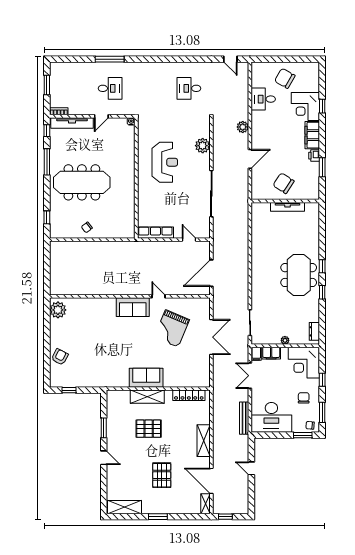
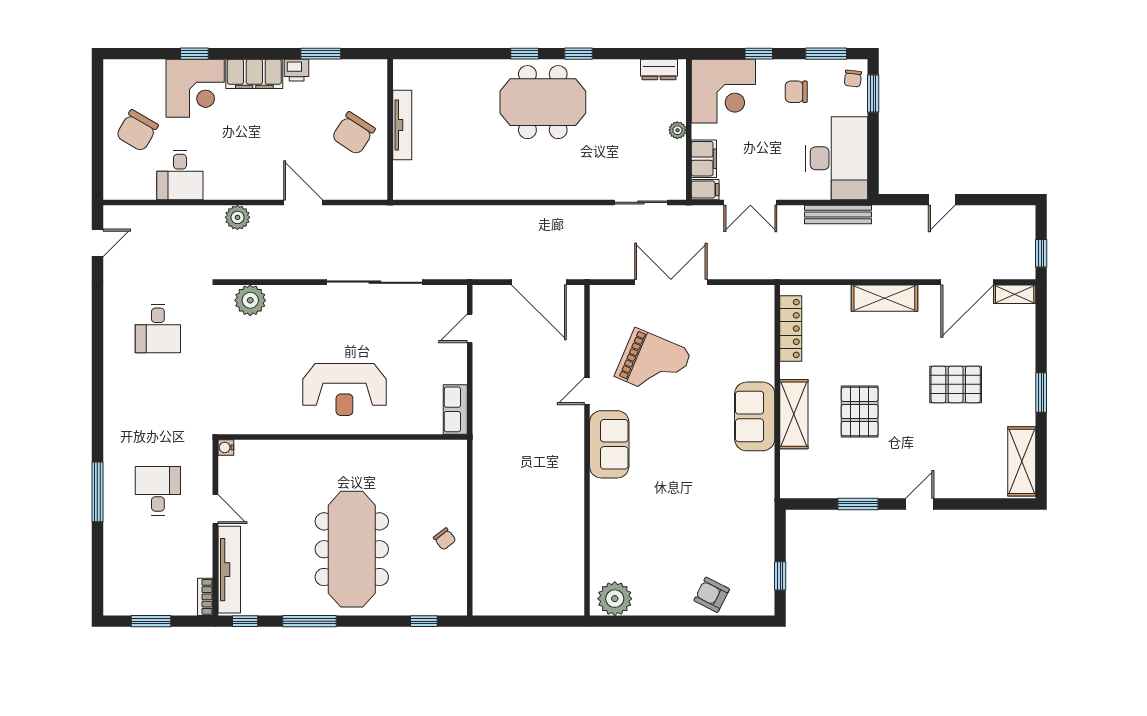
plant: (203, 146) -> (250, 300), moved
reception desk: (165, 162) -> (344, 390), moved, turned 180
row of seats: (155, 233) -> (455, 409), width x0.68

